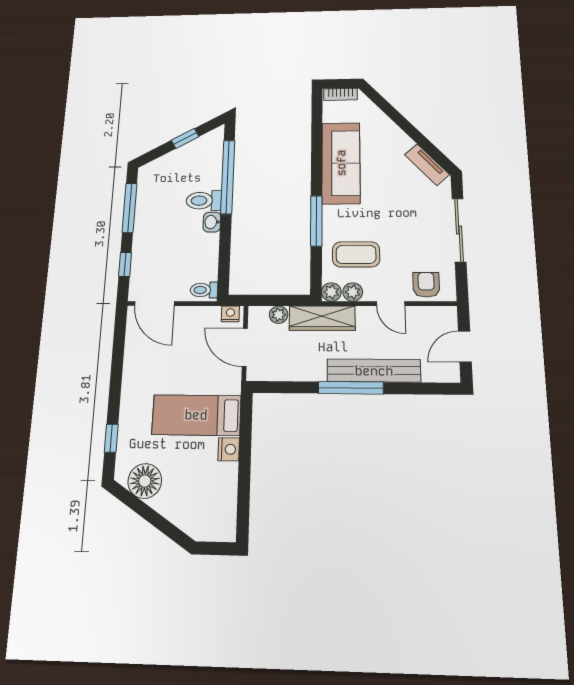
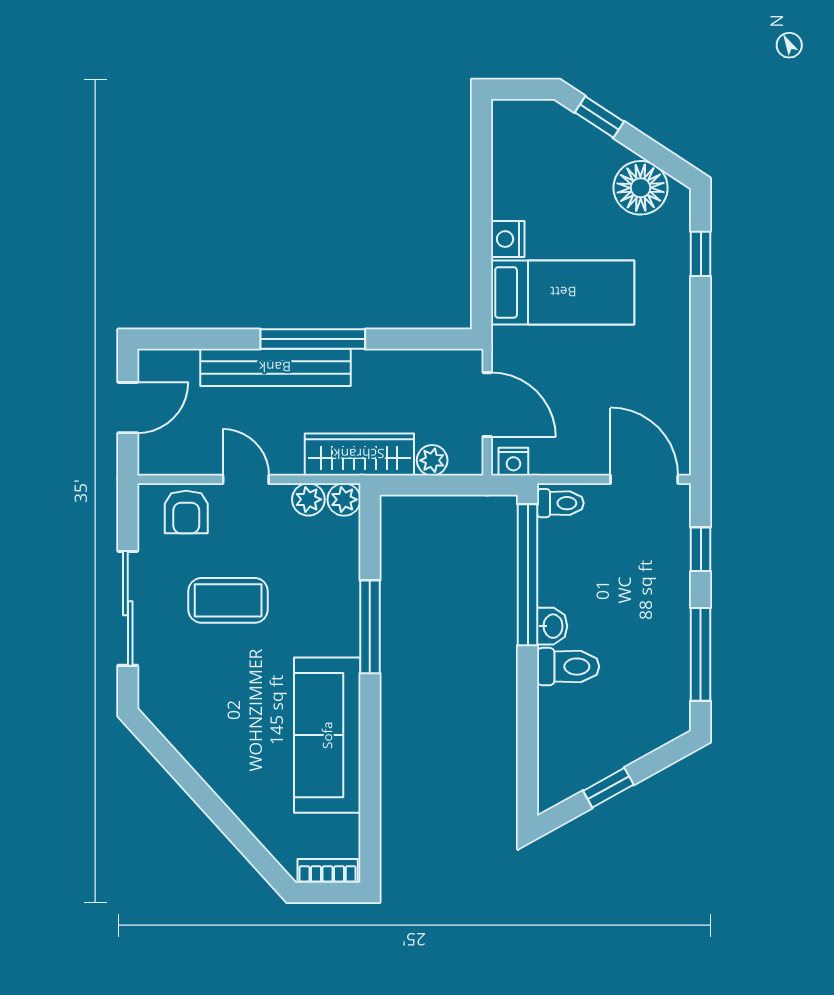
tv unit: (427, 165) -> (177, 730), removed
window: (228, 177) -> (528, 575), moved
coffee table: (356, 254) -> (228, 600), moved
window: (168, 528) -> (599, 117), added

